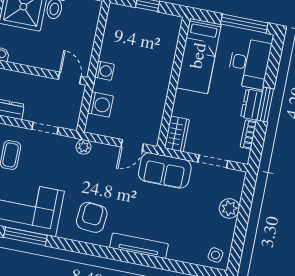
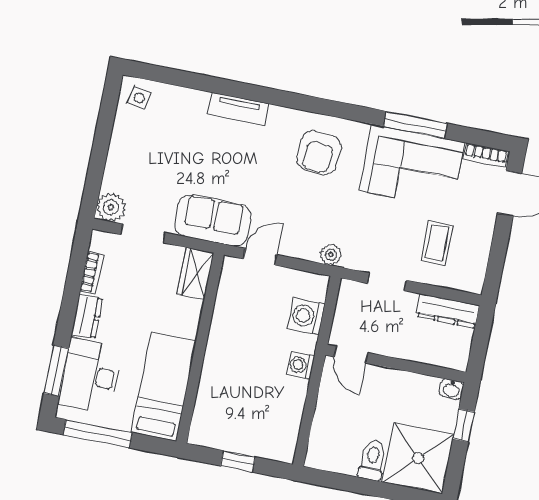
window: (265, 105) -> (56, 371), moved
plant: (229, 208) -> (111, 207), moved
tv unit: (139, 246) -> (239, 109), width x0.71

